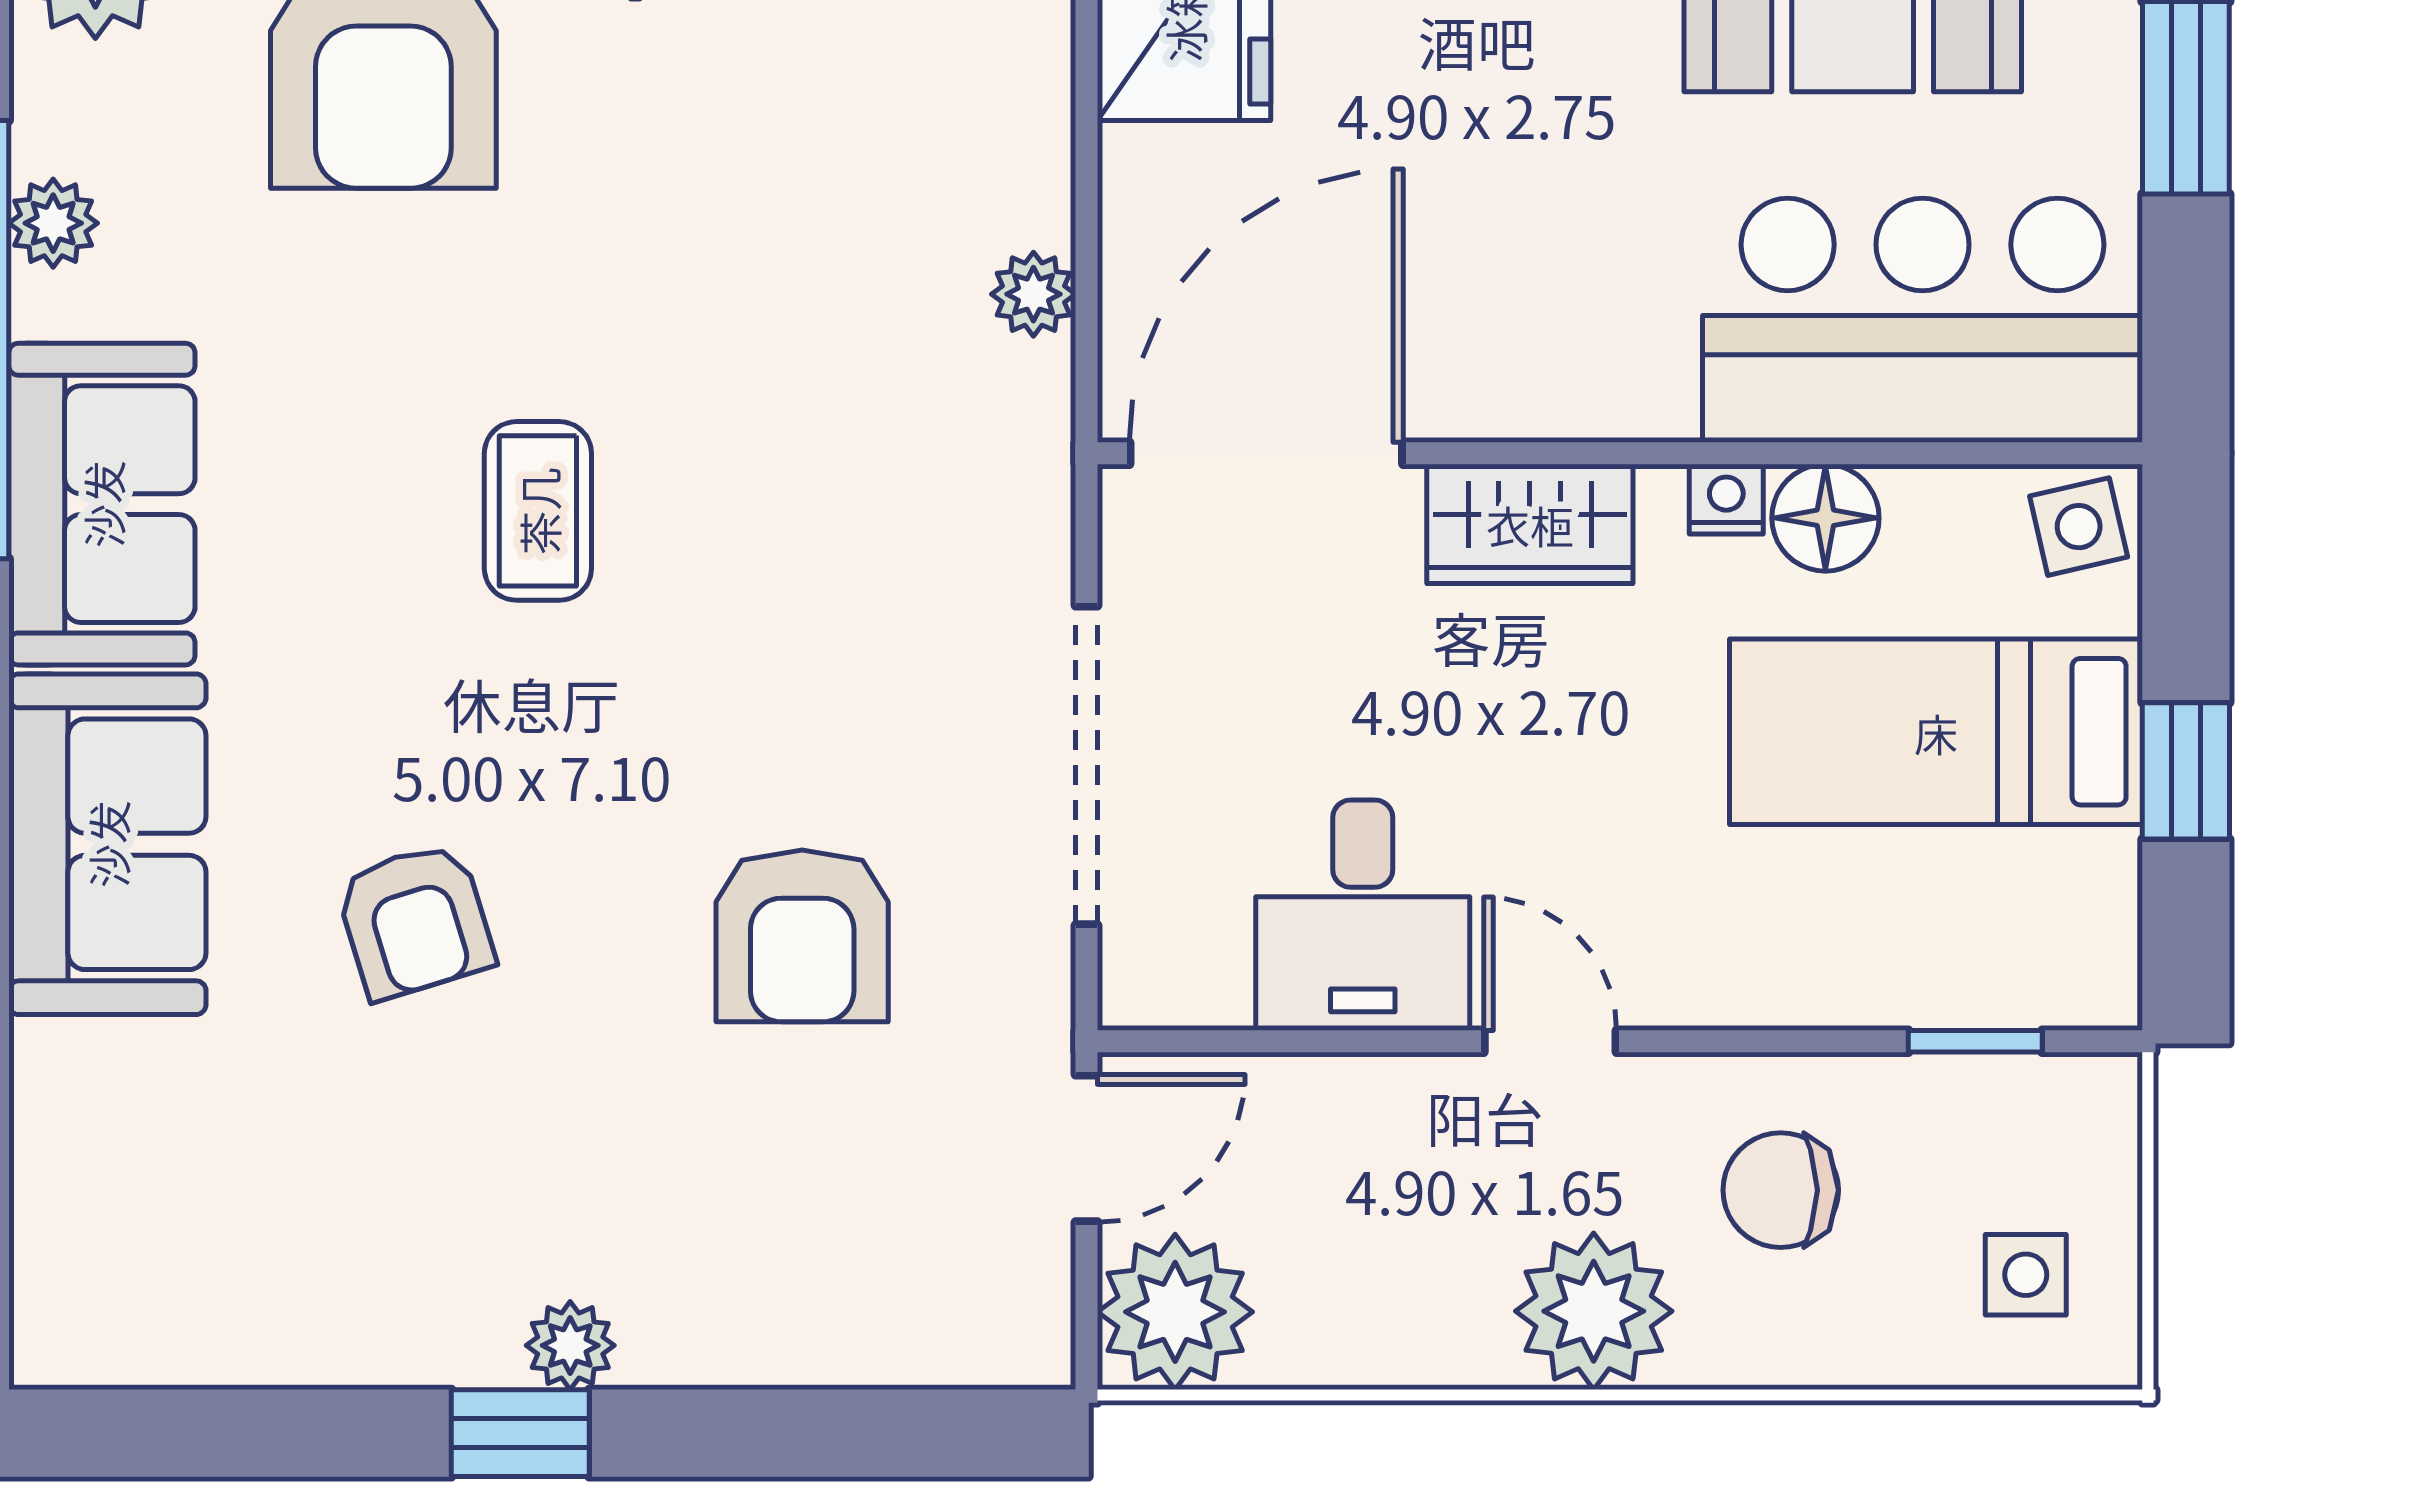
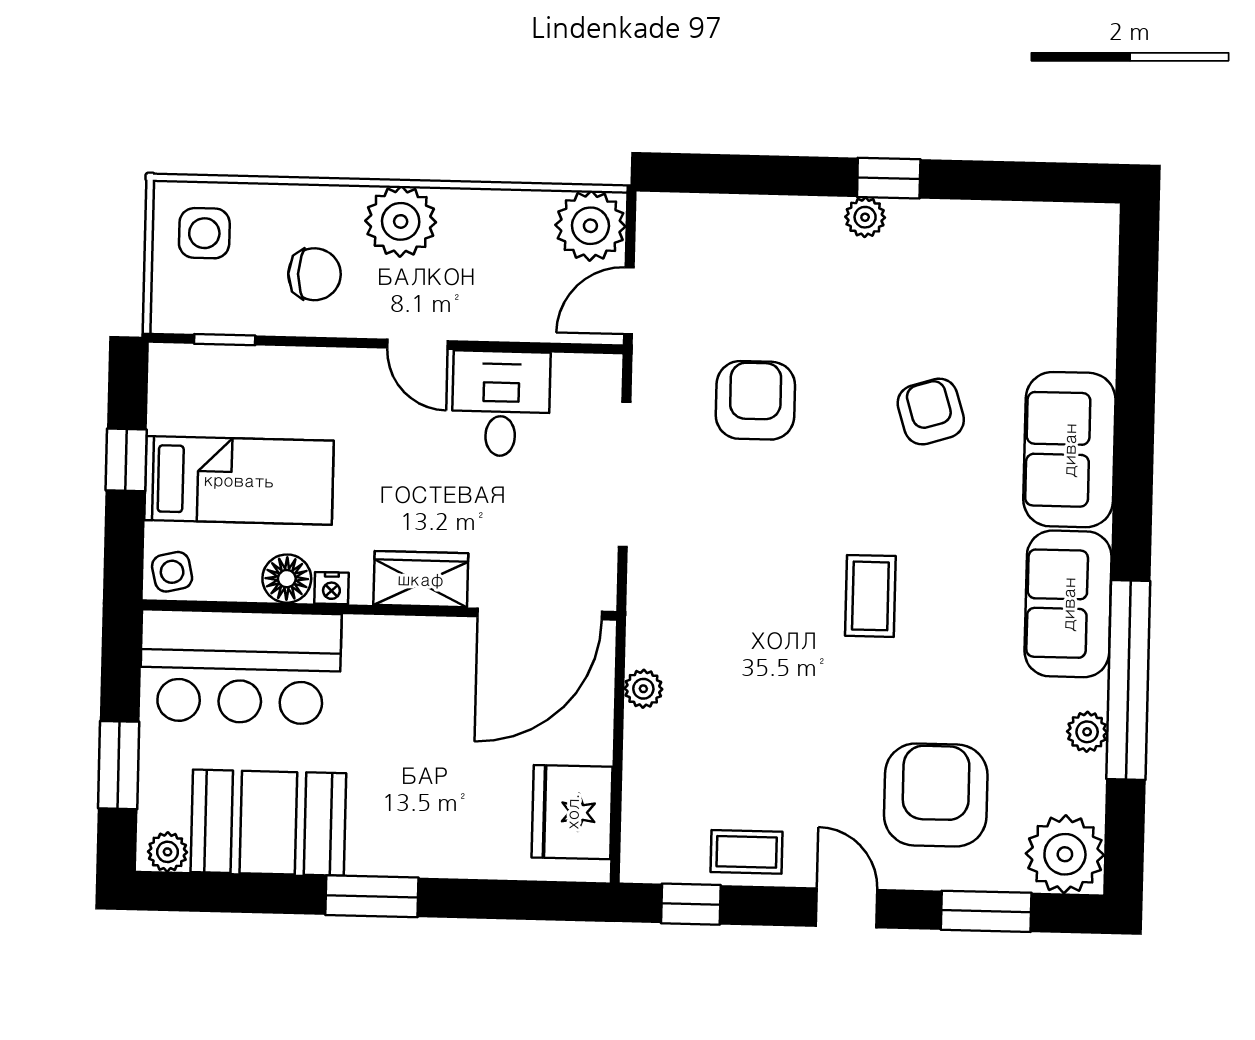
side table: (2026, 1275) -> (204, 233), width x1.37, depth x1.37

